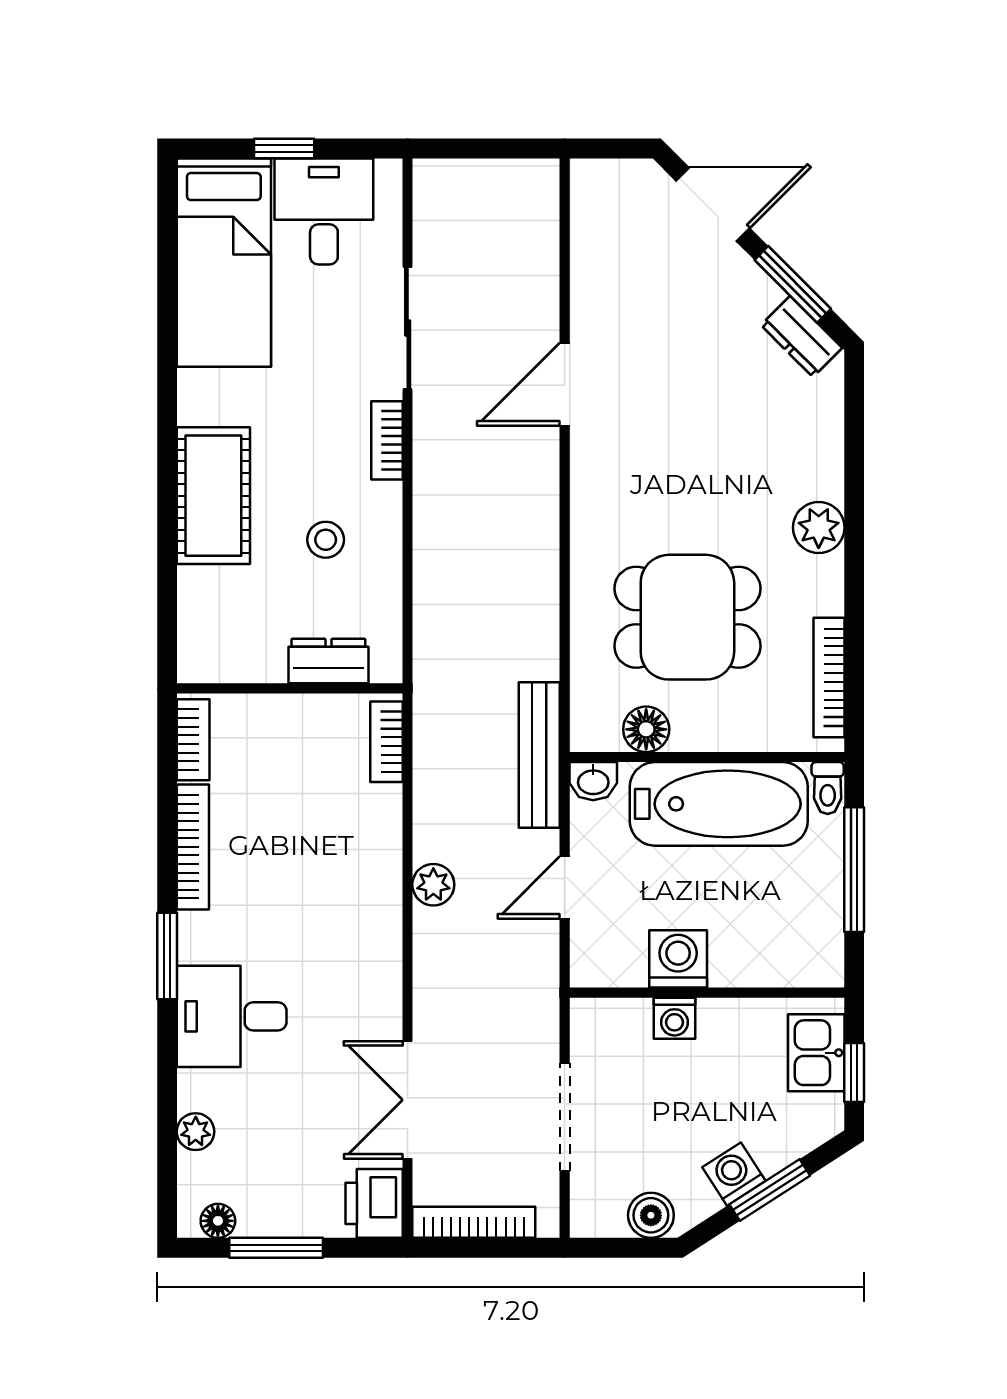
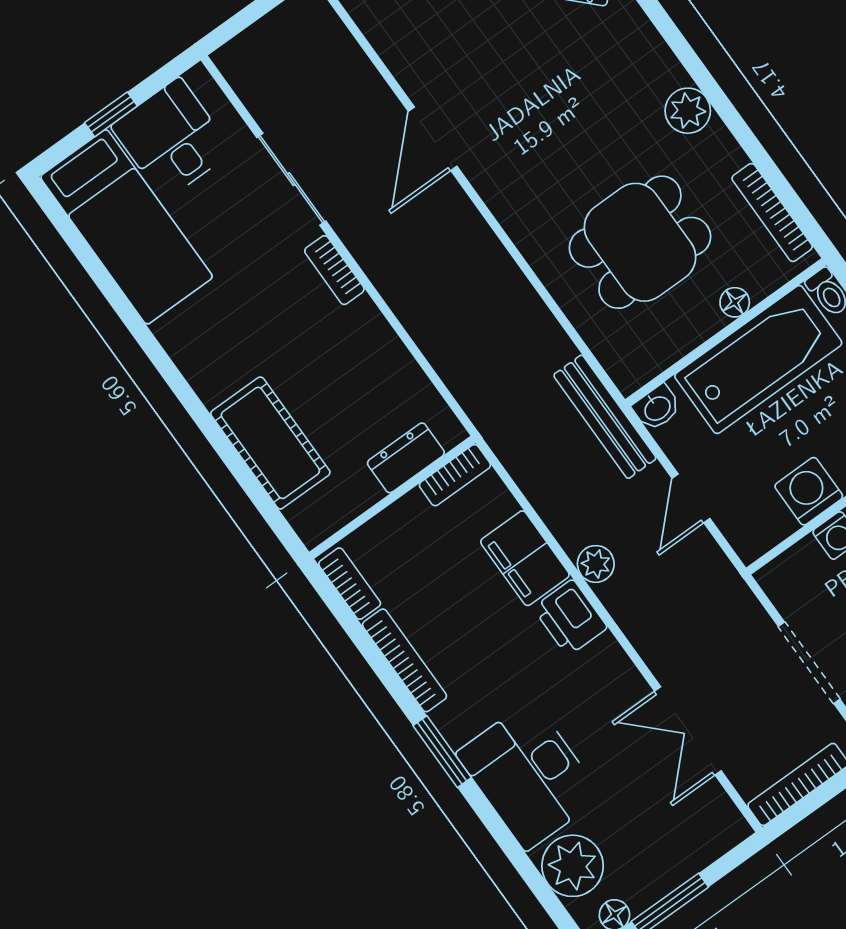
cot: (213, 496) -> (270, 443), moved
stool: (326, 540) -> (342, 373), removed
floor lamp: (646, 729) -> (735, 302), moved, width x0.73, depth x0.73
bookcase: (387, 742) -> (455, 475), moved, turned -90
filing cabinet: (372, 832) -> (525, 558), added
desk: (232, 1016) -> (529, 775), width x1.37
plant: (196, 1132) -> (573, 866), width x1.88, depth x1.88
printer: (374, 1203) -> (570, 618), moved

